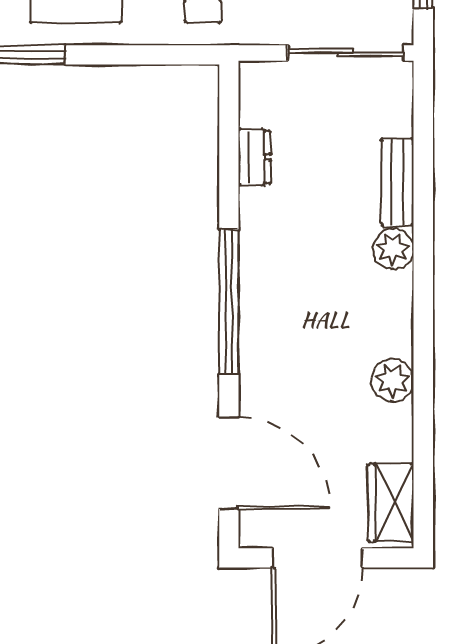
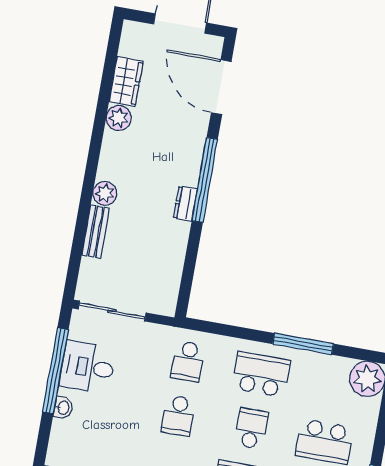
dresser: (254, 157) -> (185, 204), moved
wardrobe: (391, 503) -> (126, 82), moved

